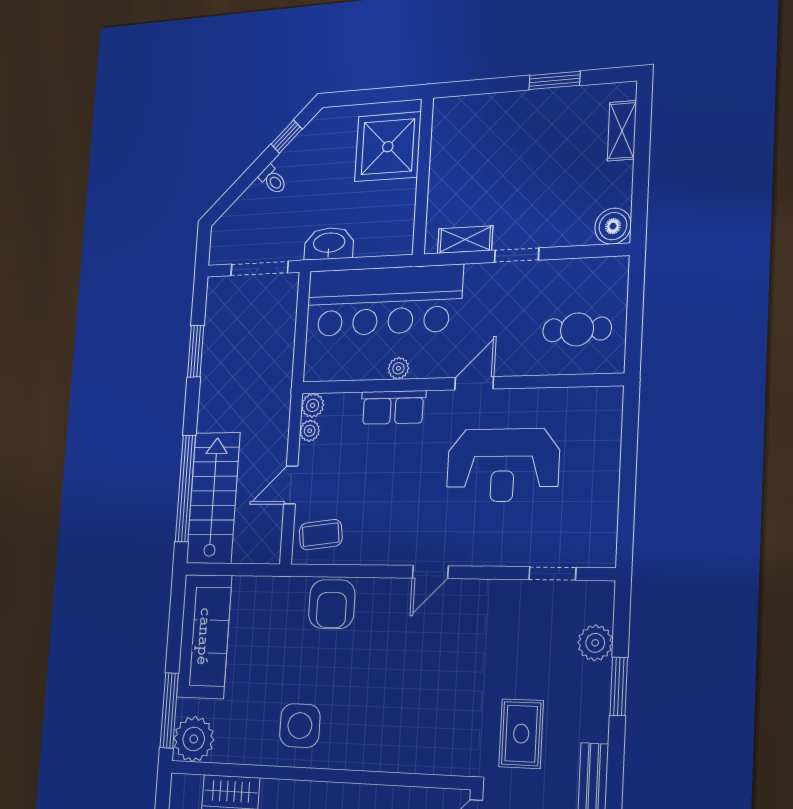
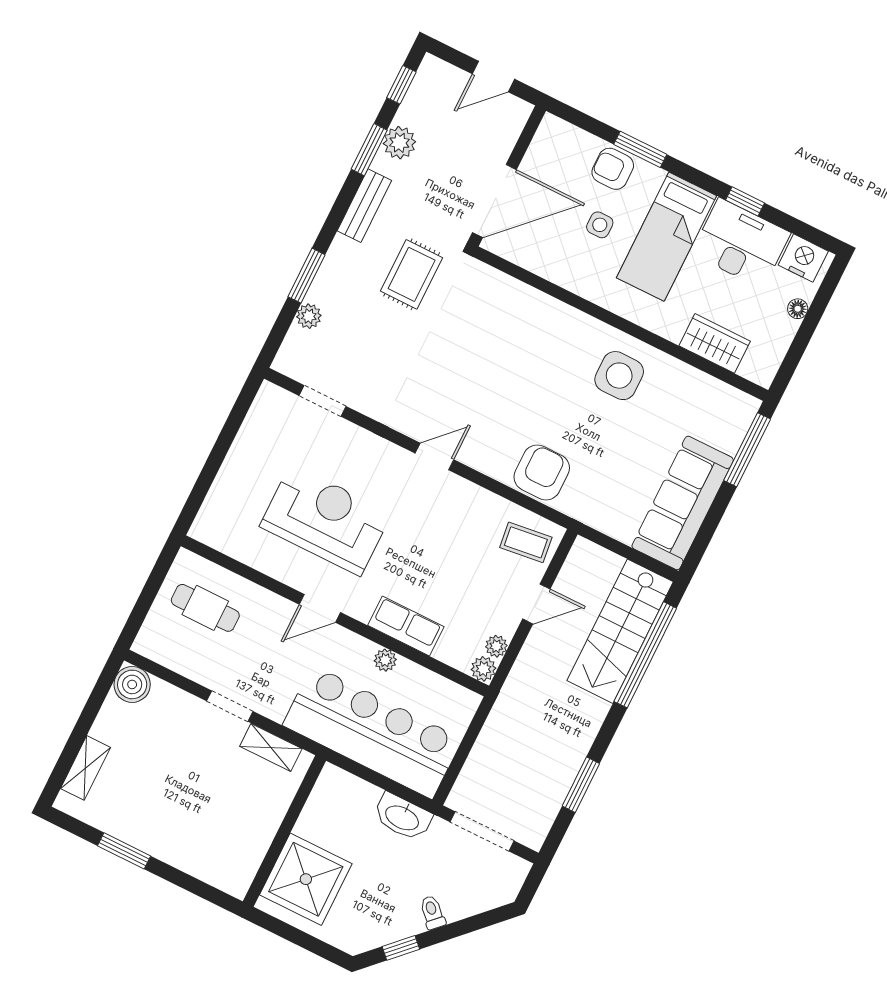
plant: (595, 643) -> (309, 316), width x0.73, depth x0.73
plant: (194, 739) -> (732, 411), removed

